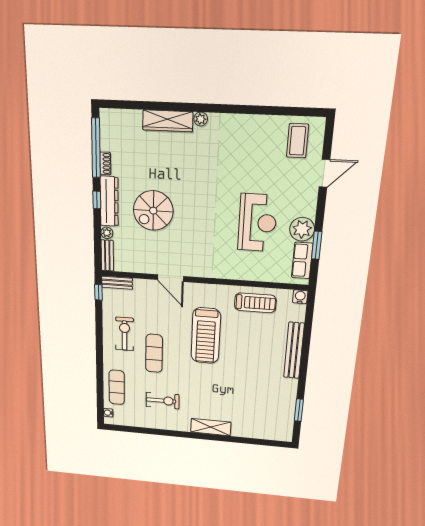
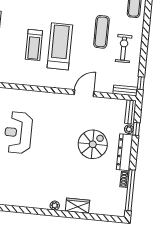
wardrobe: (168, 121) -> (78, 206), width x0.67
window: (97, 200) -> (136, 129), moved
door: (170, 278) -> (84, 93), hinge flipped
treadmill: (255, 303) -> (34, 45), moved, turned -90
exercise bike: (125, 334) -> (124, 49), turned 180

